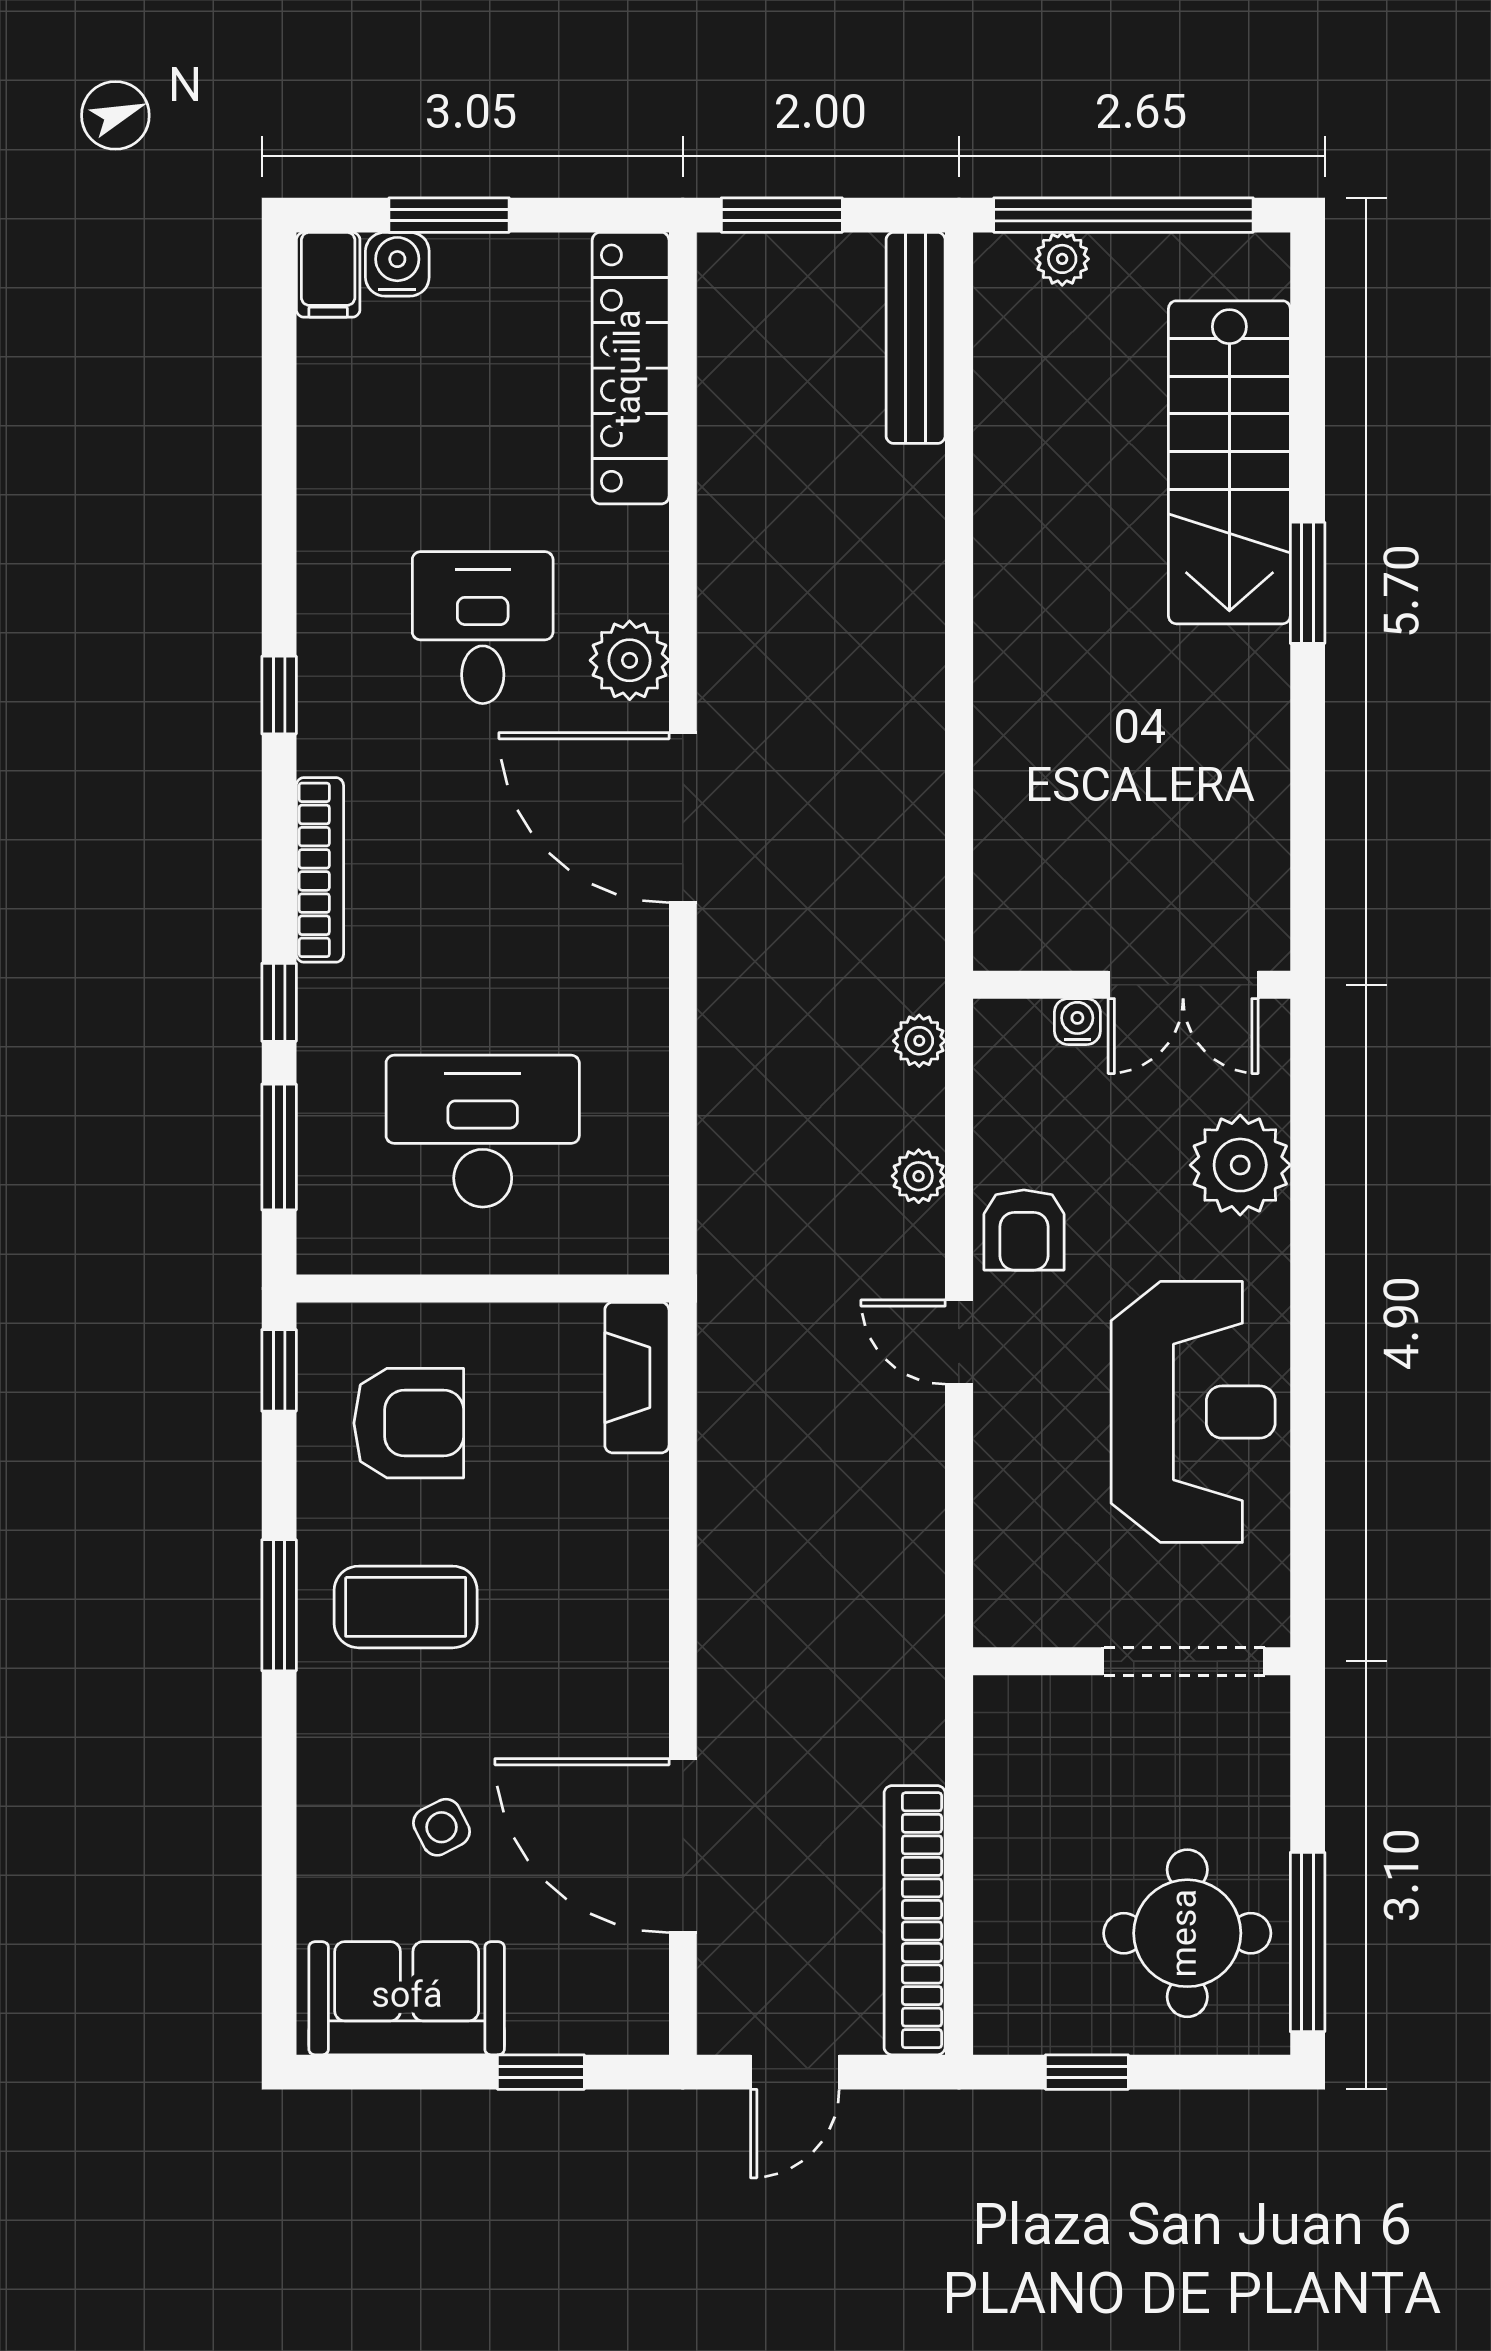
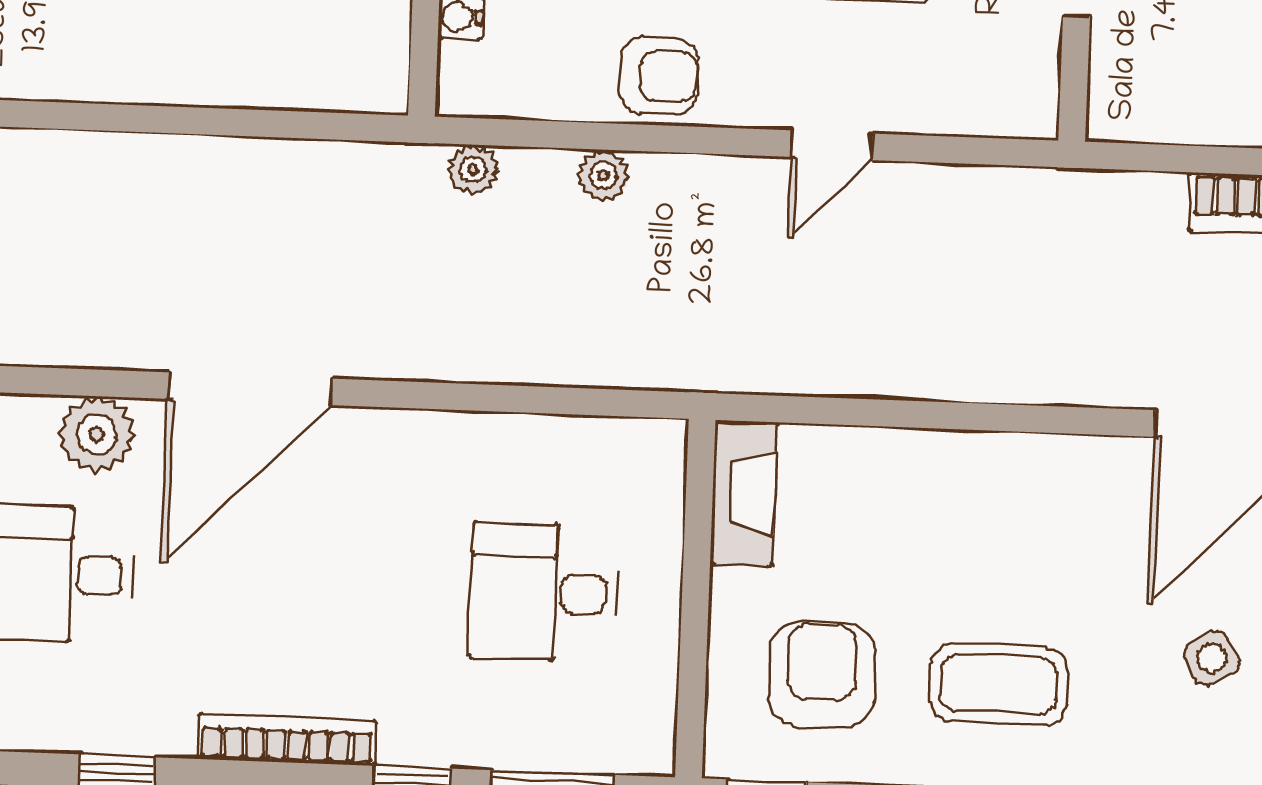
desk: (483, 1131) -> (544, 593), width x0.73
door: (959, 1342) -> (832, 145), moved
fireplace: (637, 1378) -> (744, 493), moved, turned -90
coffee table: (406, 1607) -> (999, 684), turned 90

